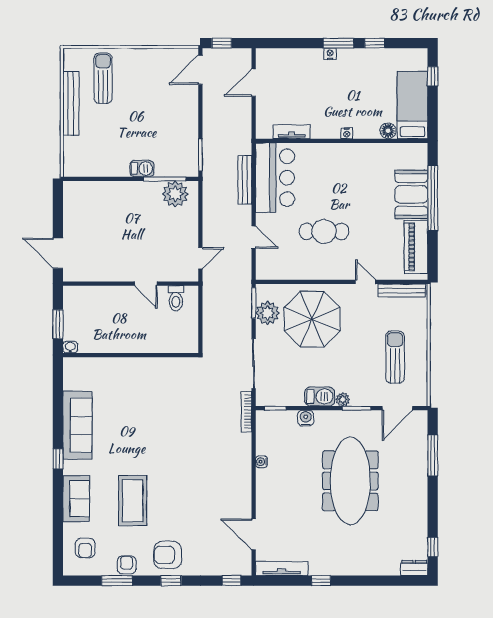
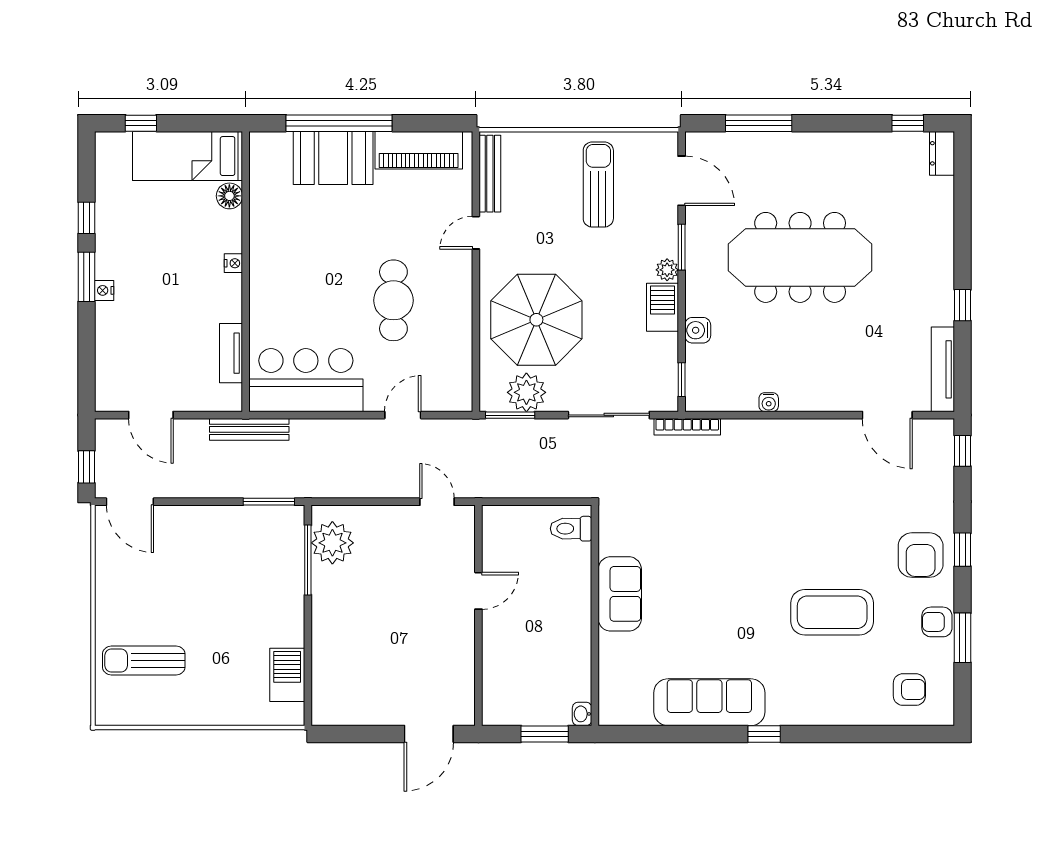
bench: (71, 103) -> (185, 713), removed
barbecue: (142, 169) -> (287, 675), moved, width x1.38, depth x1.27
bench: (245, 180) -> (249, 429), moved
toilet: (176, 298) -> (571, 529), moved, turned 180
sun lounger: (395, 357) -> (598, 185), turned 90
sofa: (76, 499) -> (620, 594), moved, turned 90
door: (254, 534) -> (887, 415), hinge flipped

